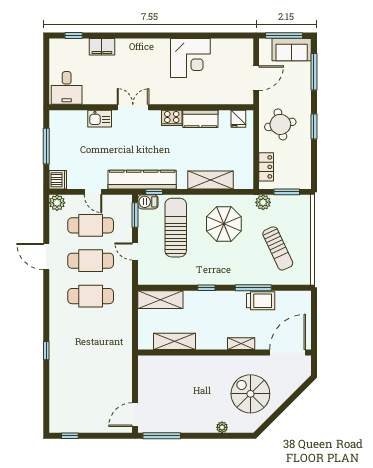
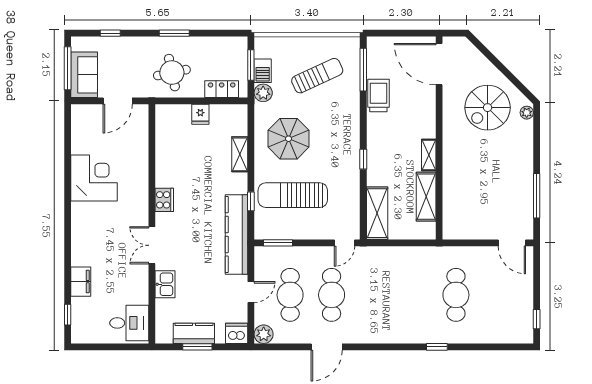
sofa: (292, 50) -> (84, 75), moved
window: (314, 72) -> (110, 33), width x0.46
door: (256, 78) -> (118, 101), swing flipped
kitchen counter: (200, 119) -> (194, 333), moved, turned -90
fridge: (238, 119) -> (200, 114), moved, turned 90
window: (46, 146) -> (197, 347), width x0.69
shelving: (211, 180) -> (240, 154), width x0.67, depth x0.75
window: (154, 192) -> (251, 201), moved
barbecue: (148, 202) -> (263, 71), moved
door: (135, 251) -> (344, 243), moved
window: (253, 288) -> (363, 70), moved
cafe table: (91, 296) -> (456, 295), moved
shelving: (241, 344) -> (429, 155), moved
plant: (222, 427) -> (527, 113), moved
window: (162, 436) -> (537, 196), moved

